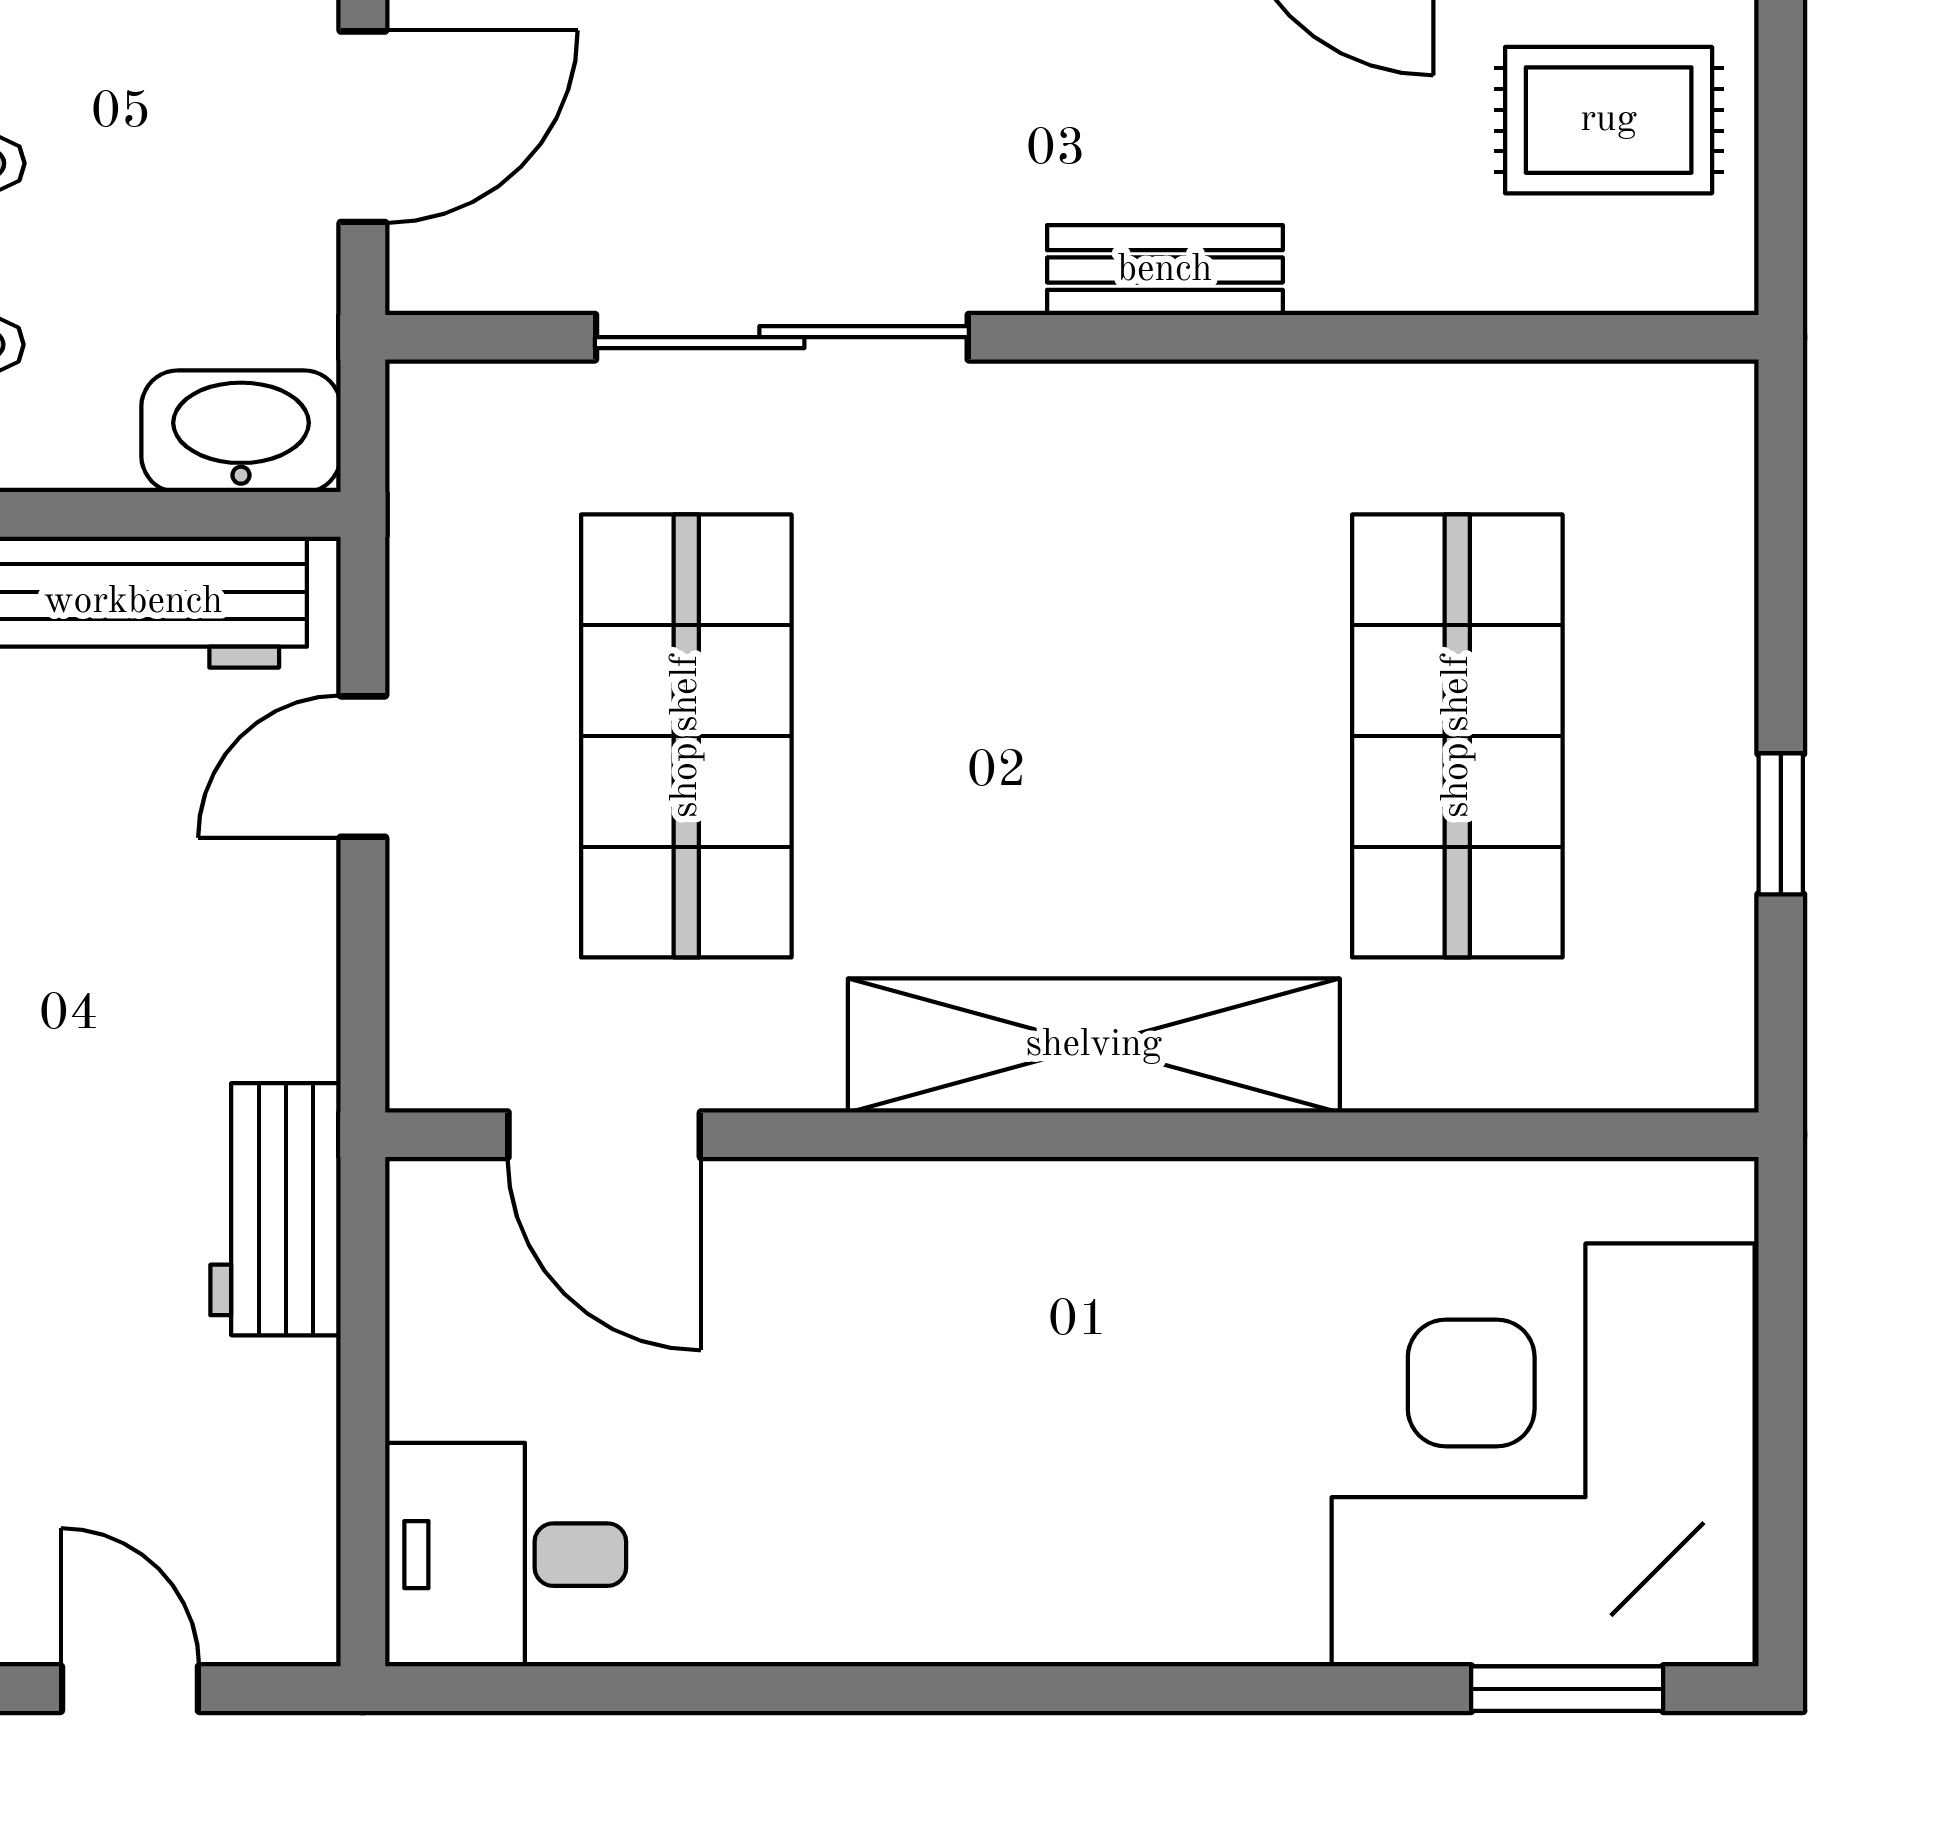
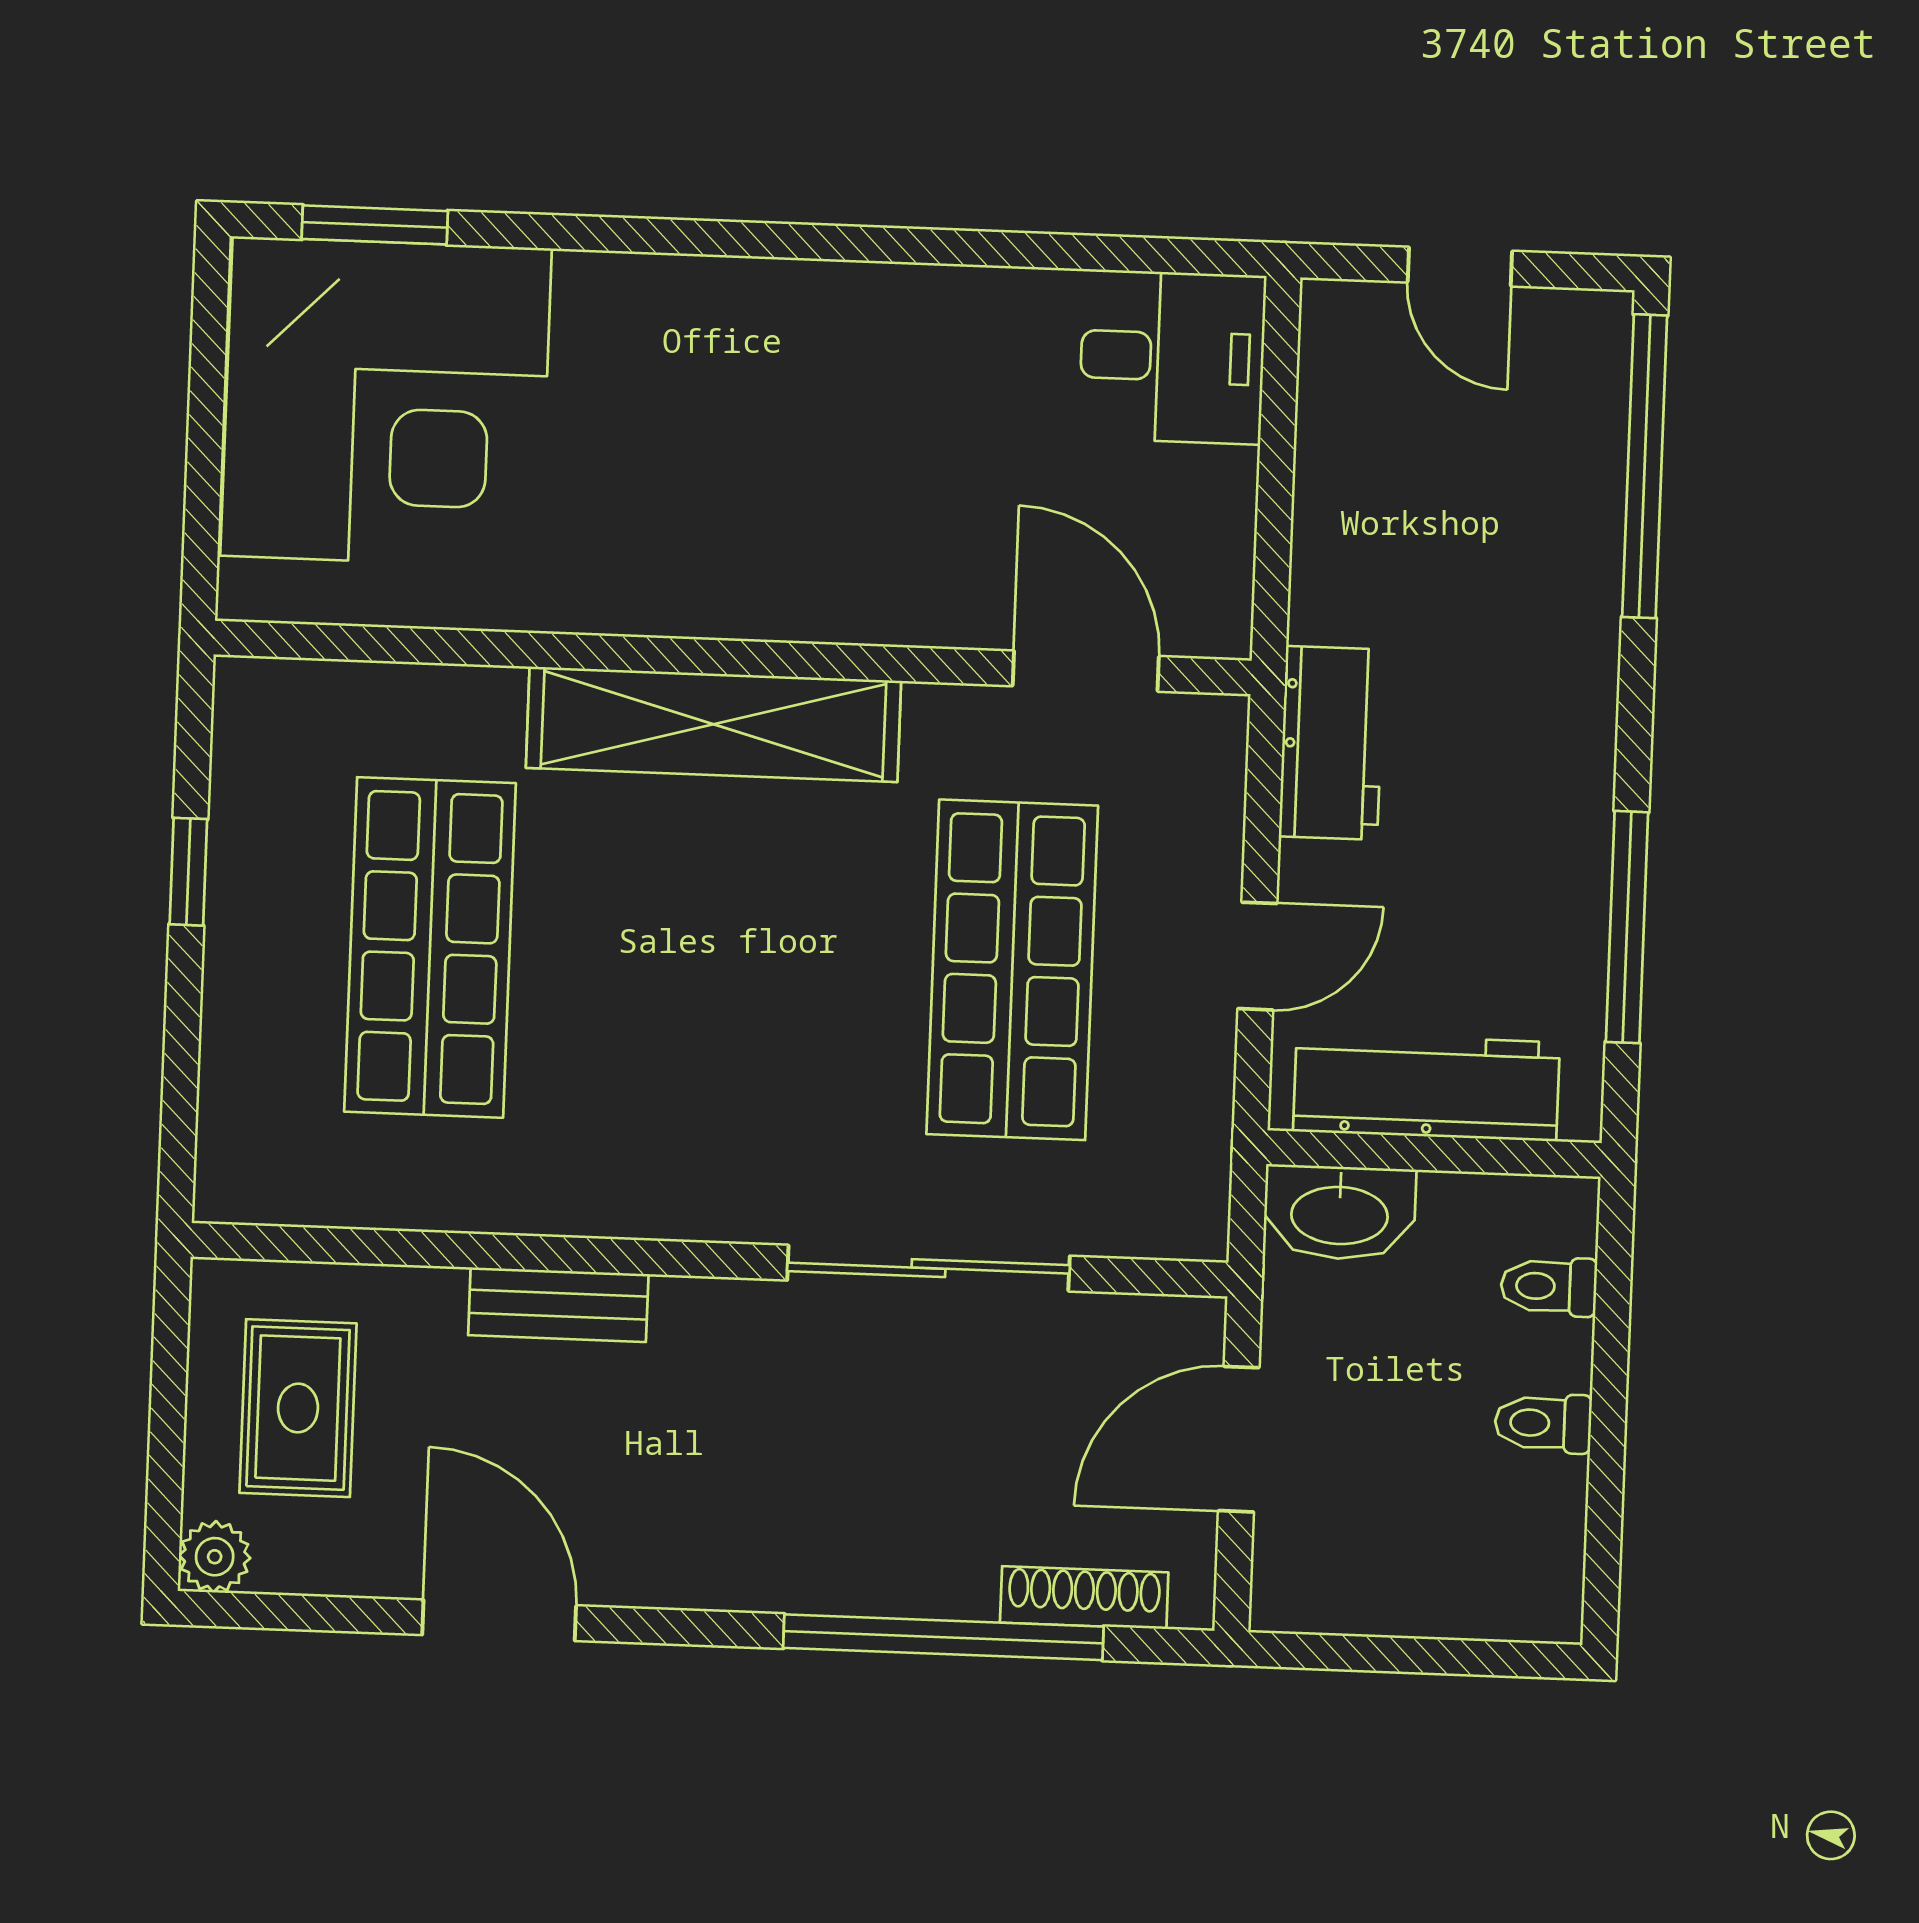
rug: (1609, 120) -> (298, 1408), turned 90
bench: (1165, 270) -> (558, 1305), moved
workbench: (276, 1209) -> (1332, 743), moved

